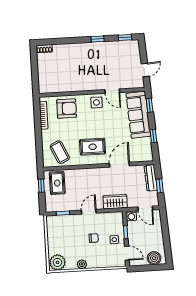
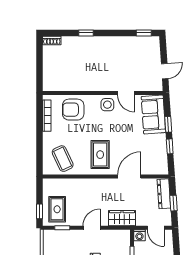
window: (97, 39) -> (86, 33), moved
window: (150, 105) -> (168, 124), moved
armchair: (67, 109) -> (73, 110), turned 180
sofa: (138, 115) -> (153, 115), width x0.73
rug: (93, 147) -> (100, 155), turned 90
rug: (57, 183) -> (57, 209), moved
window: (41, 186) -> (40, 211), moved

